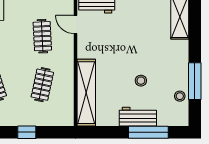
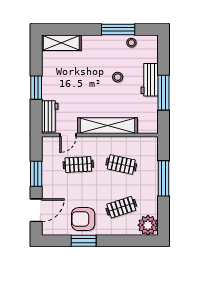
shelving: (86, 93) -> (108, 126), moved
window: (27, 132) -> (163, 178), width x2.17
window: (148, 132) -> (163, 93), moved

